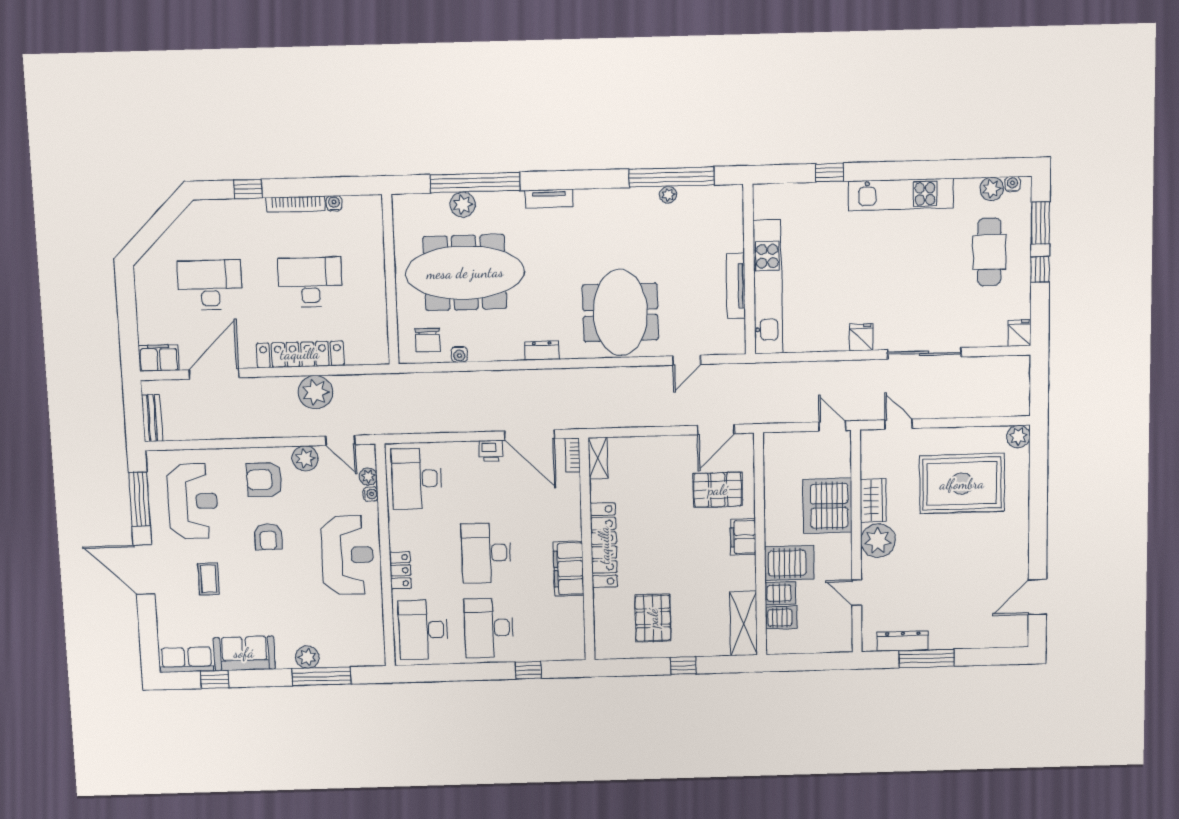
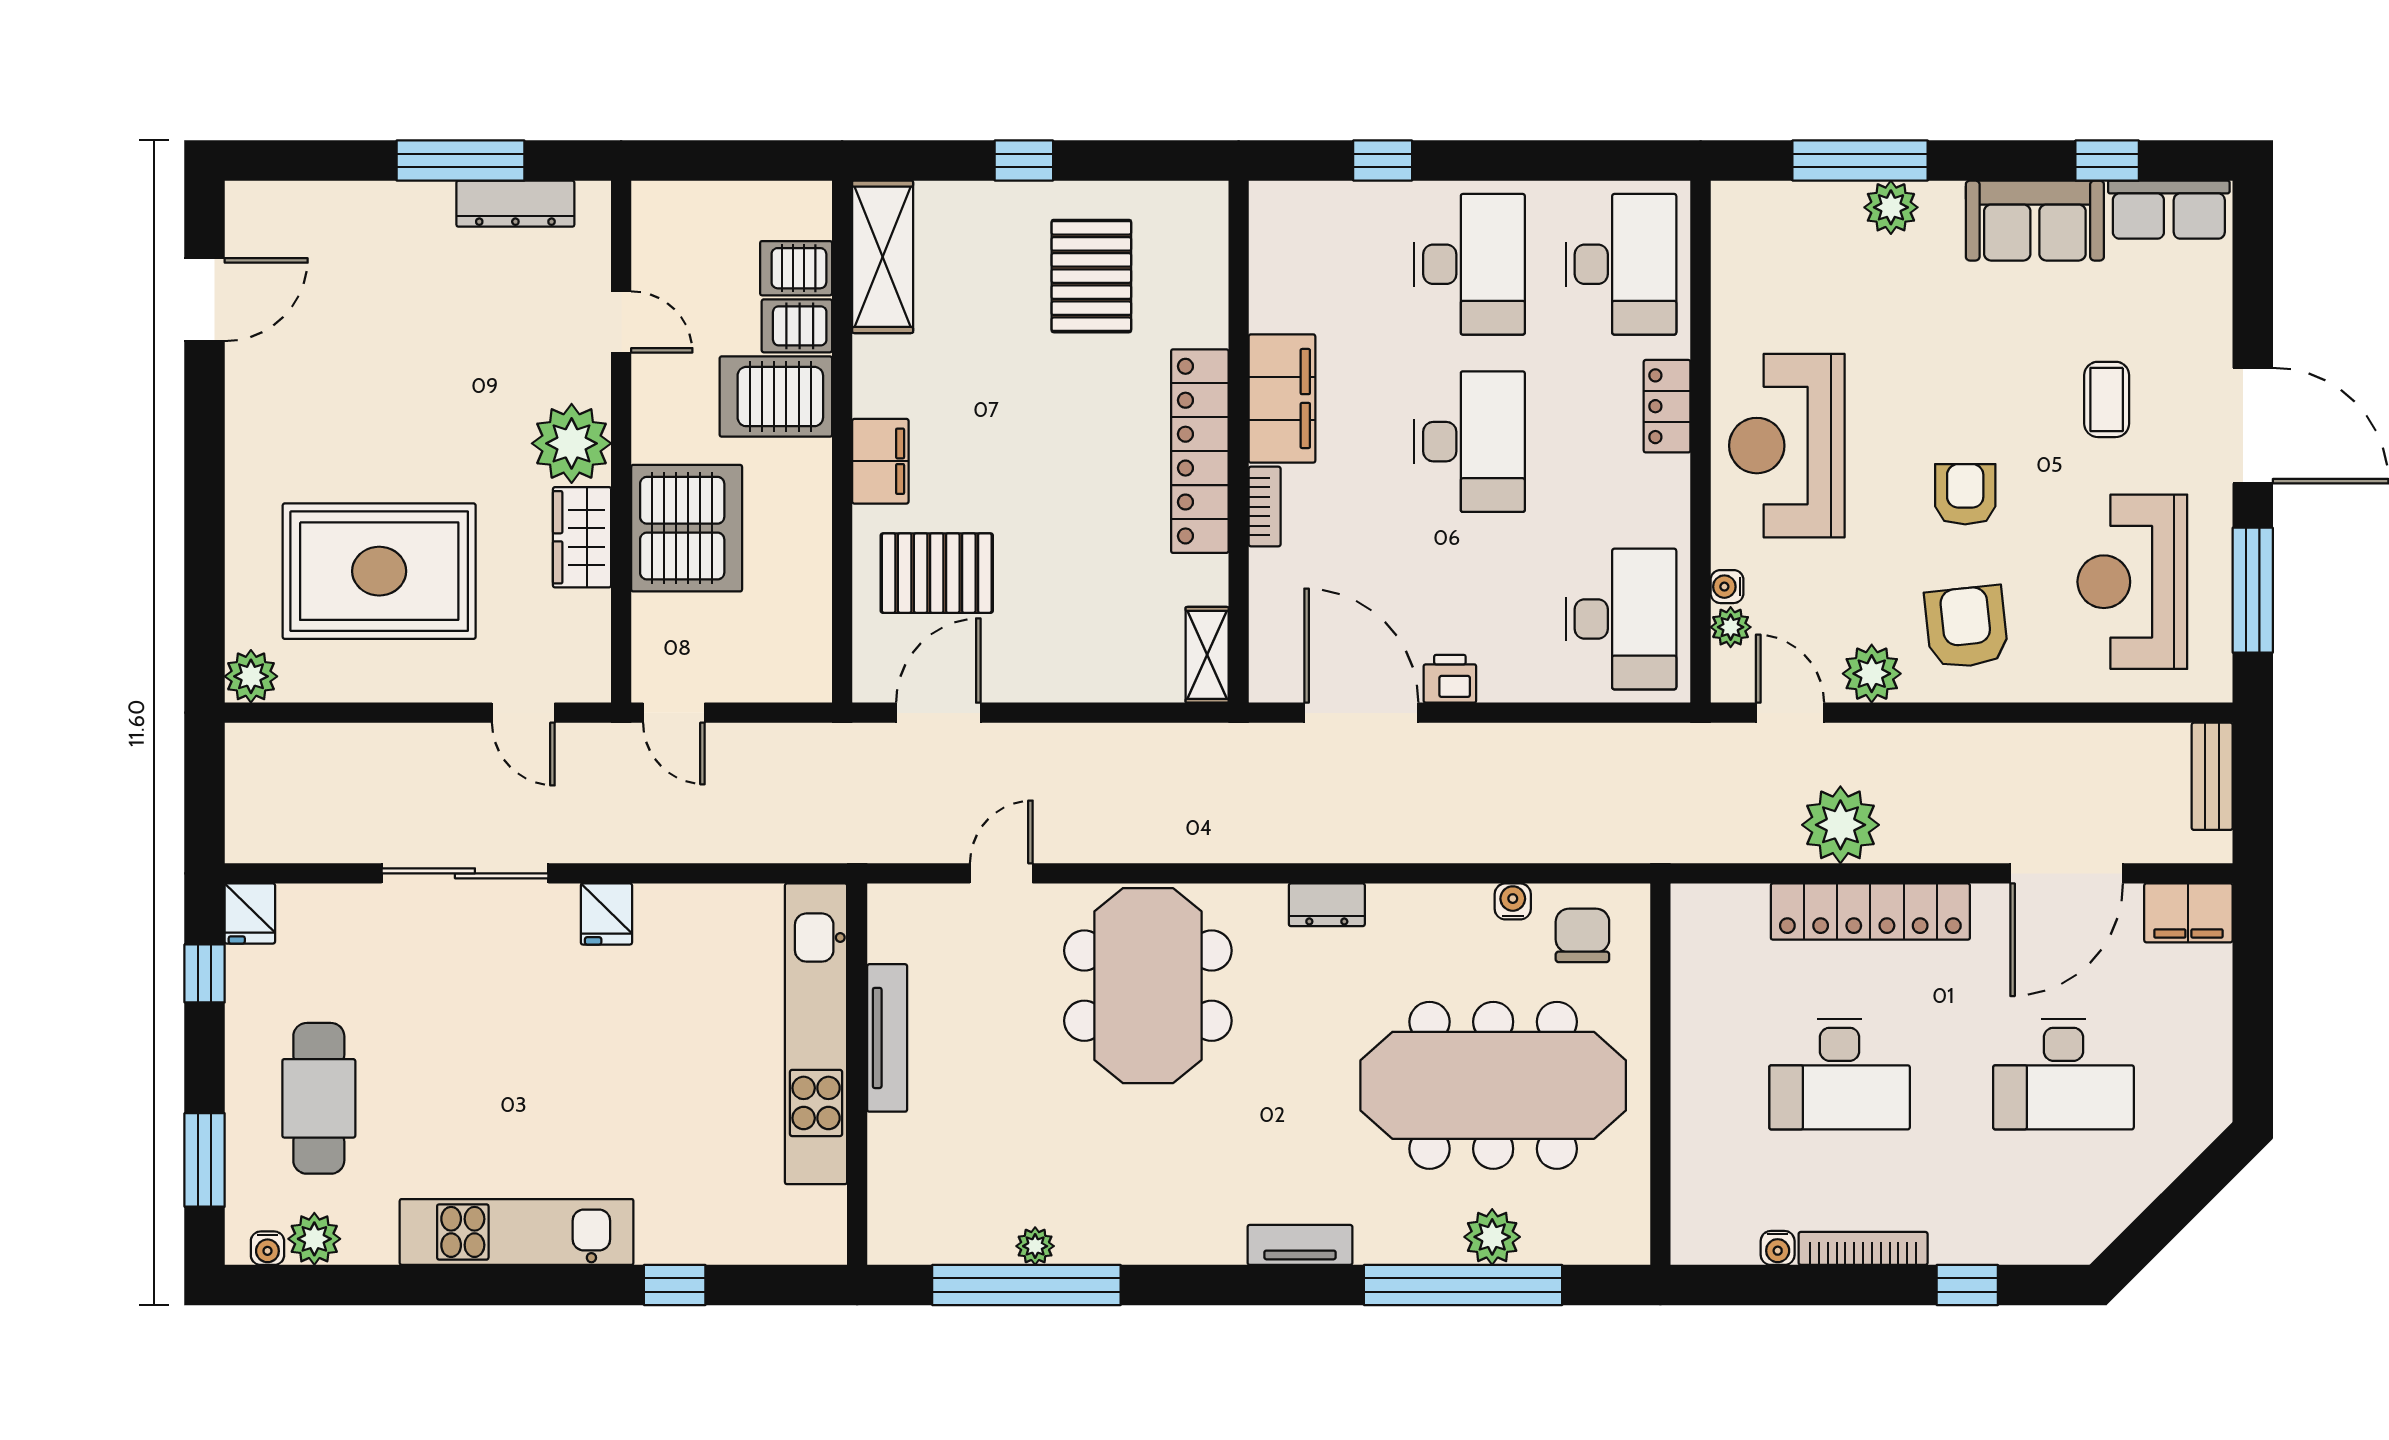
window: (1040, 269) -> (205, 973), moved
bookcase: (573, 455) -> (1265, 507), moved
armchair: (264, 480) -> (1966, 627), turned -96

